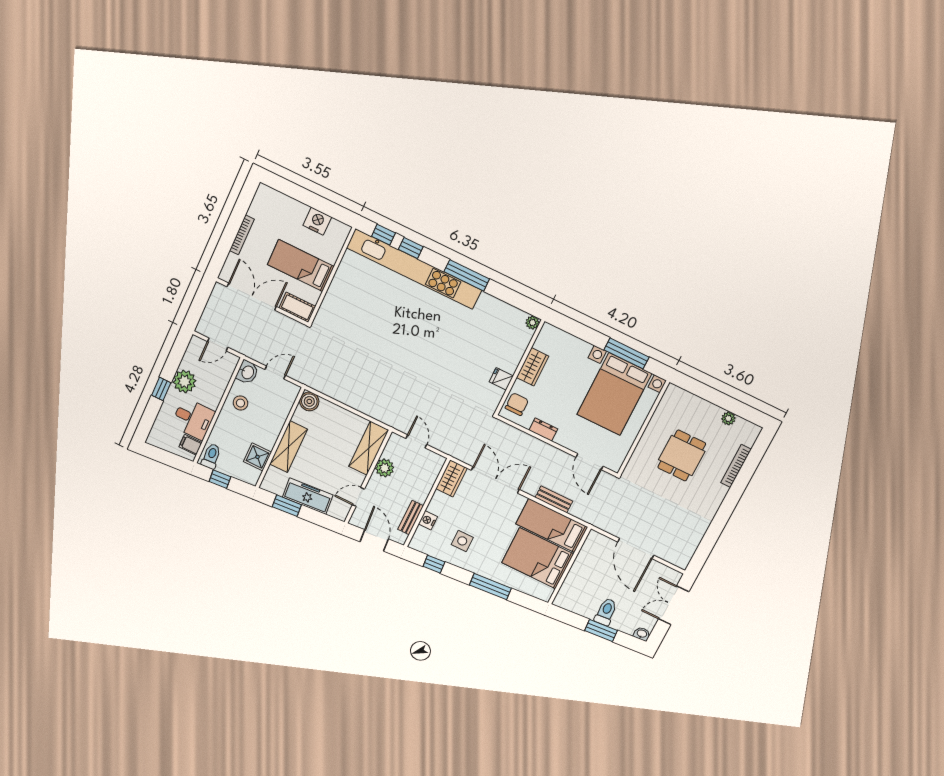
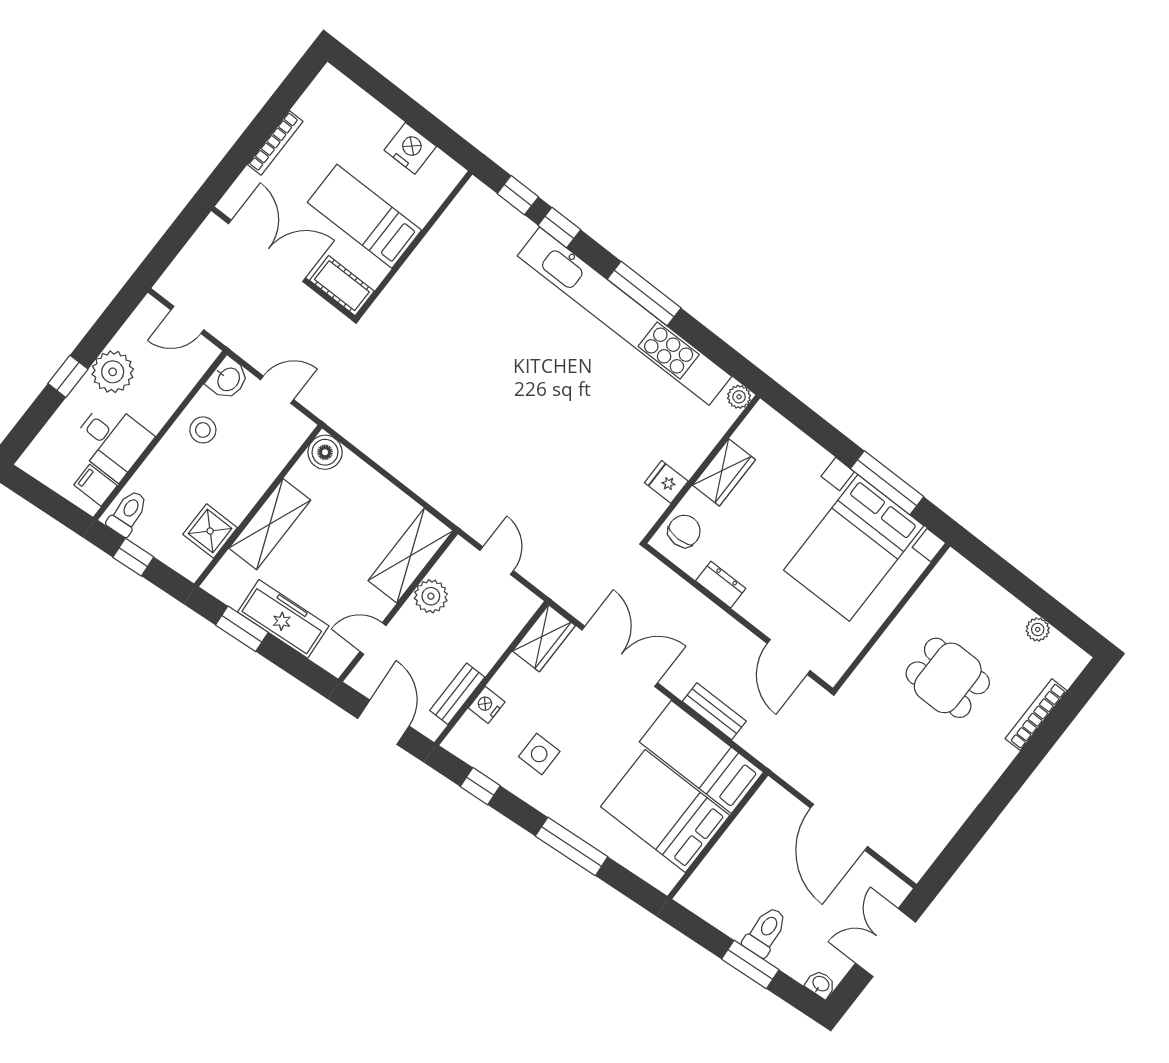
kitchen unit: (414, 269) -> (624, 316), moved
dining table: (682, 455) -> (948, 678), turned 90

